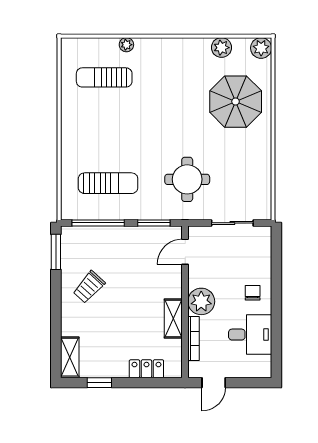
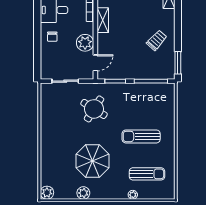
plant: (221, 48) -> (83, 193), moved
parasol: (236, 102) -> (92, 161), moved
round table: (187, 179) -> (94, 109), turned 32
sun lounger: (108, 183) -> (141, 136), moved
plant: (201, 301) -> (85, 43), moved

